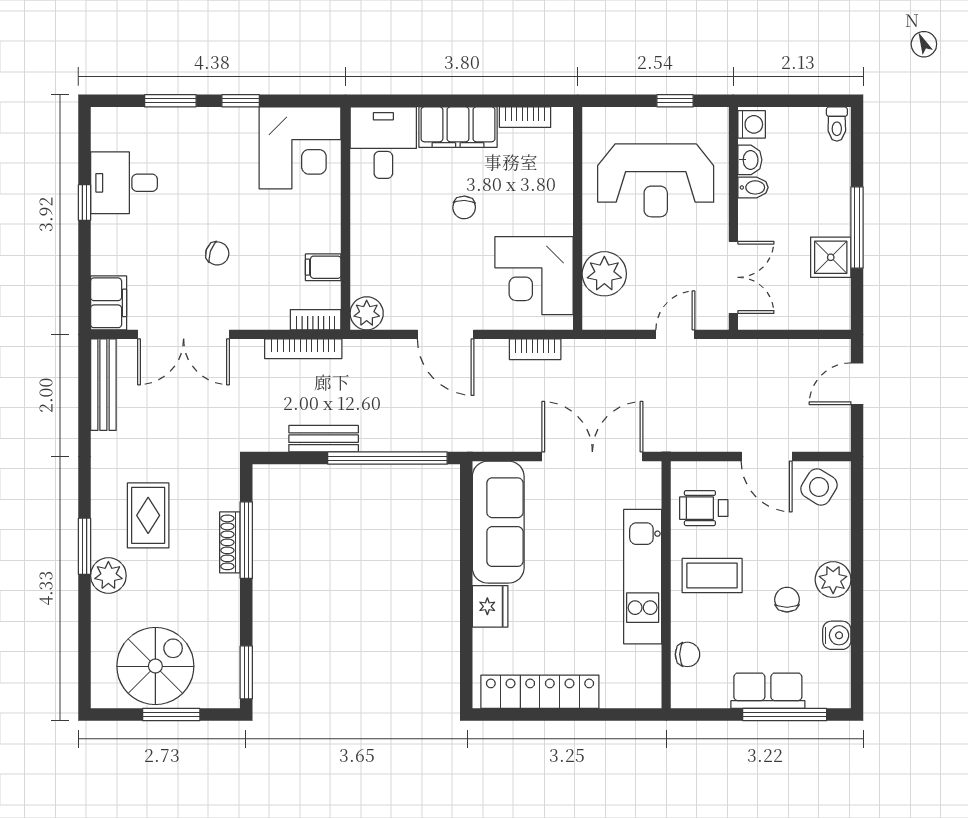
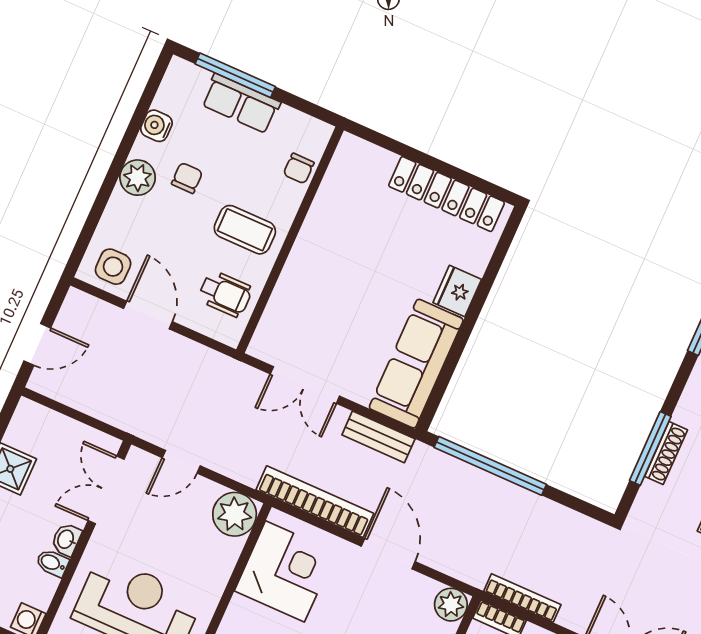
washbasin: (750, 160) -> (66, 539), moved
plant: (604, 274) -> (235, 514), moved
bookcase: (535, 349) -> (315, 502), width x2.31, depth x1.31
bench: (324, 439) -> (378, 437), moved
double door: (592, 457) -> (305, 385), width x0.73
side table: (819, 487) -> (113, 267), turned -32
kitchen unit: (643, 577) -> (308, 257), removed
chair: (787, 600) -> (187, 178), turned 180
chair: (687, 654) -> (299, 168), turned -90

